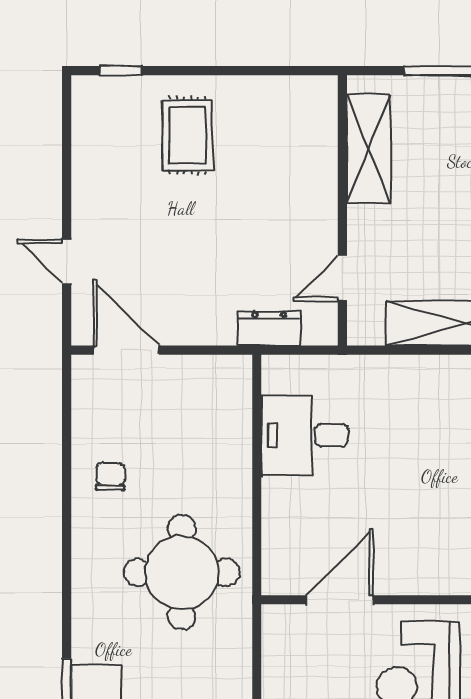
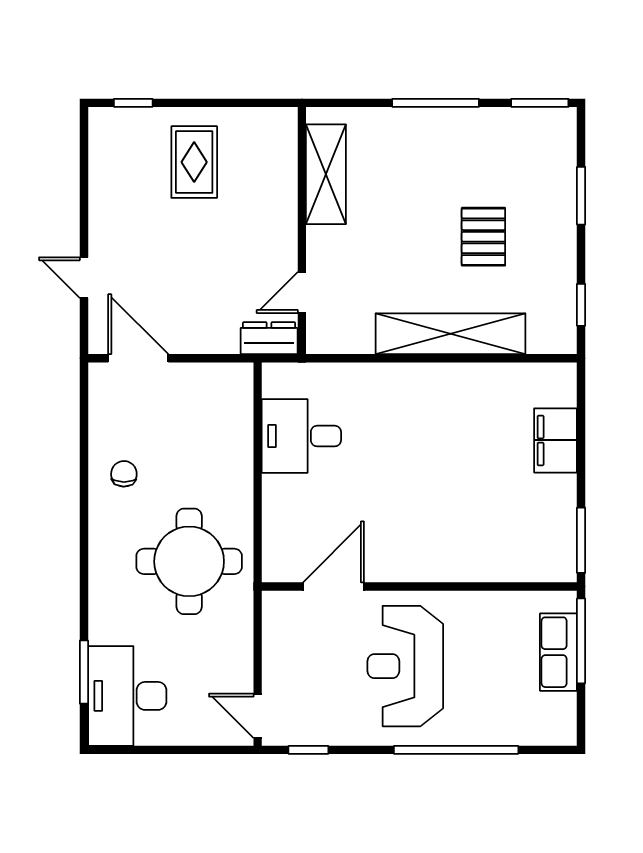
shelving: (369, 149) -> (326, 174), moved
wall: (342, 210) -> (302, 231), moved
door: (342, 278) -> (302, 292), moved

